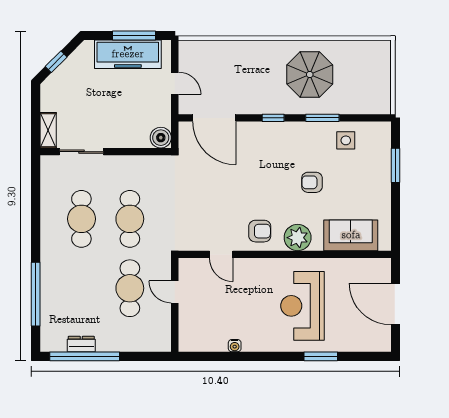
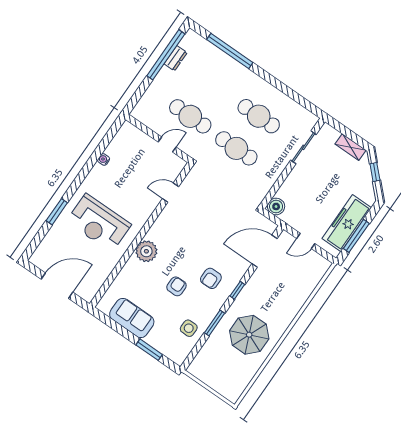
shelving: (48, 130) -> (351, 147), moved
armchair: (260, 231) -> (211, 278), moved
sofa: (351, 235) -> (132, 318), moved, turned -90
reception desk: (303, 306) -> (99, 223), turned 180

